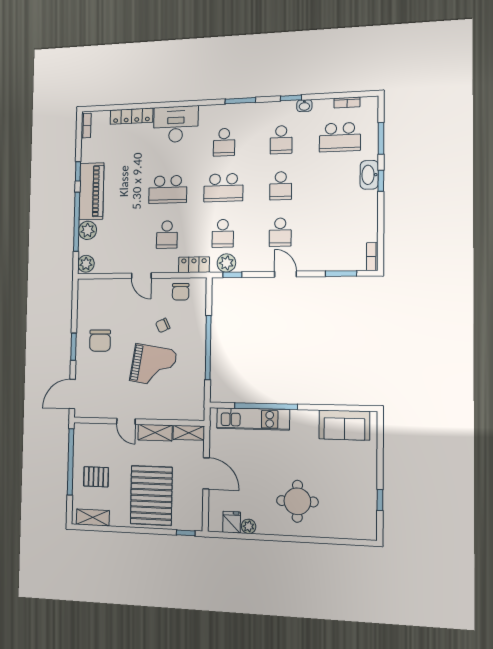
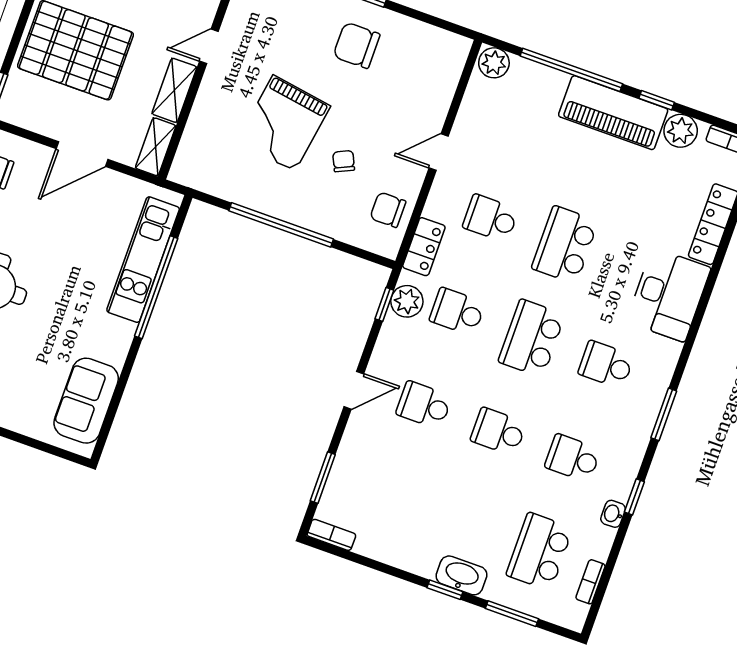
plant: (88, 230) -> (681, 131), moved

